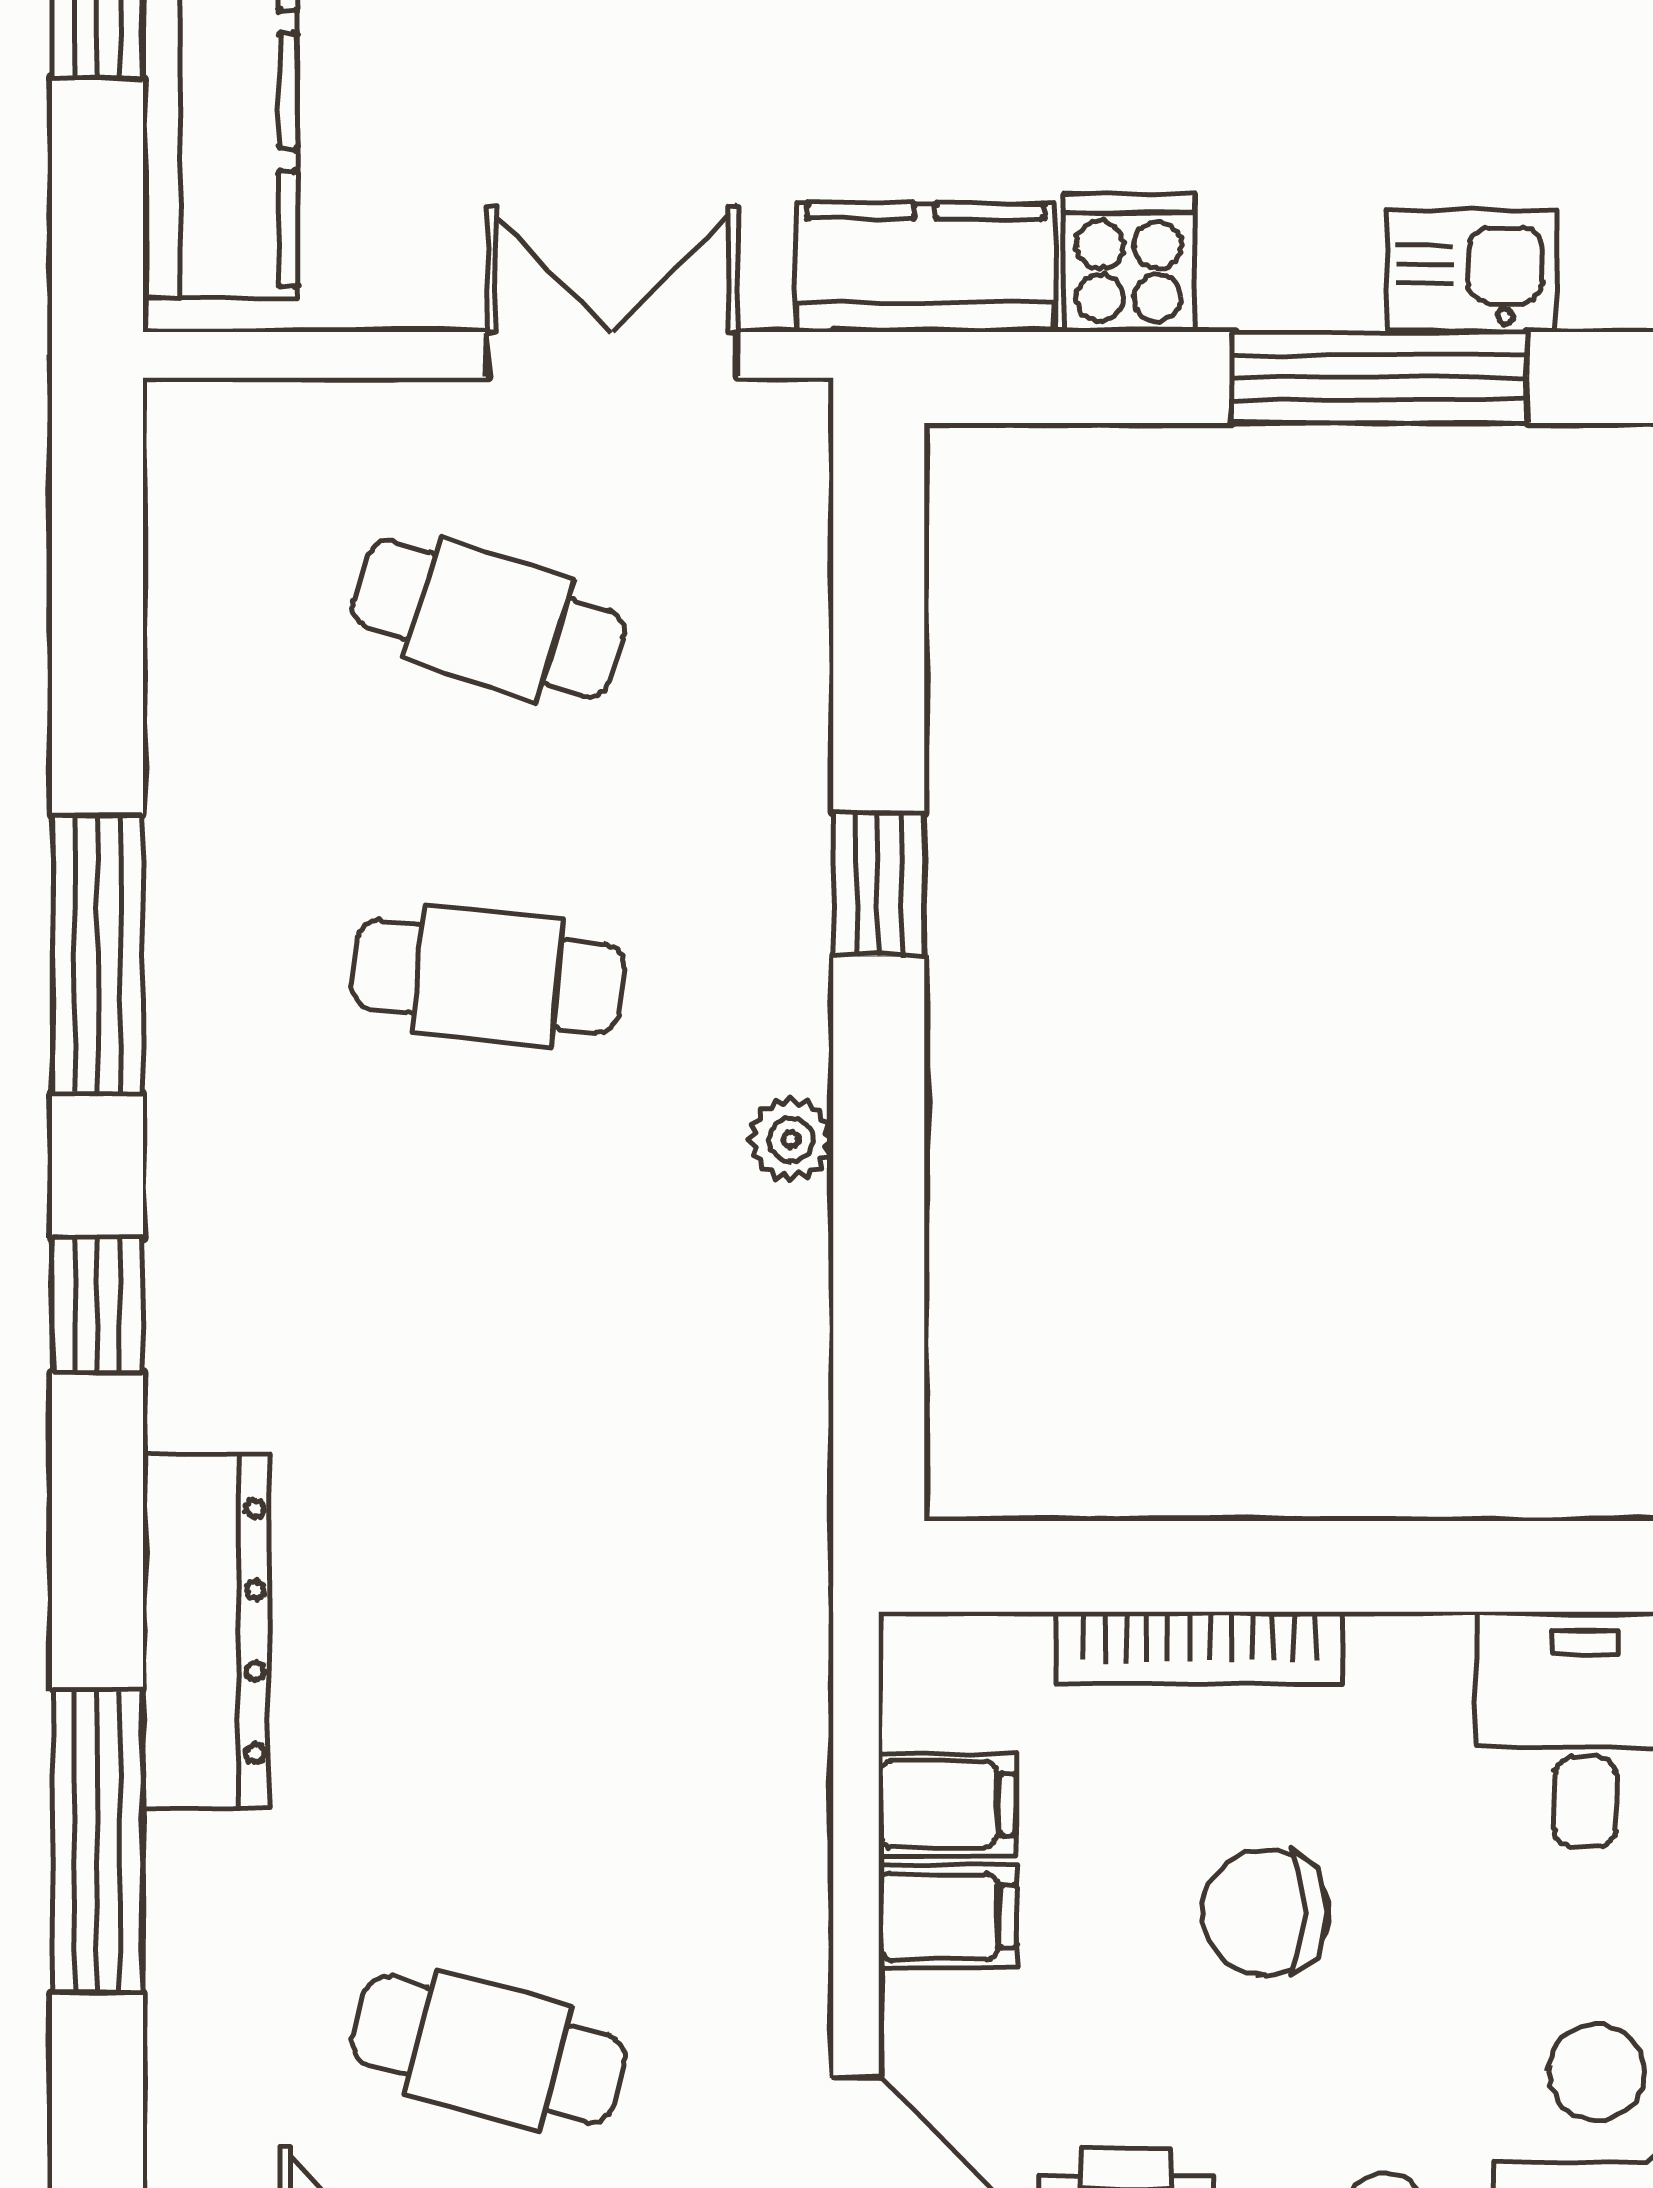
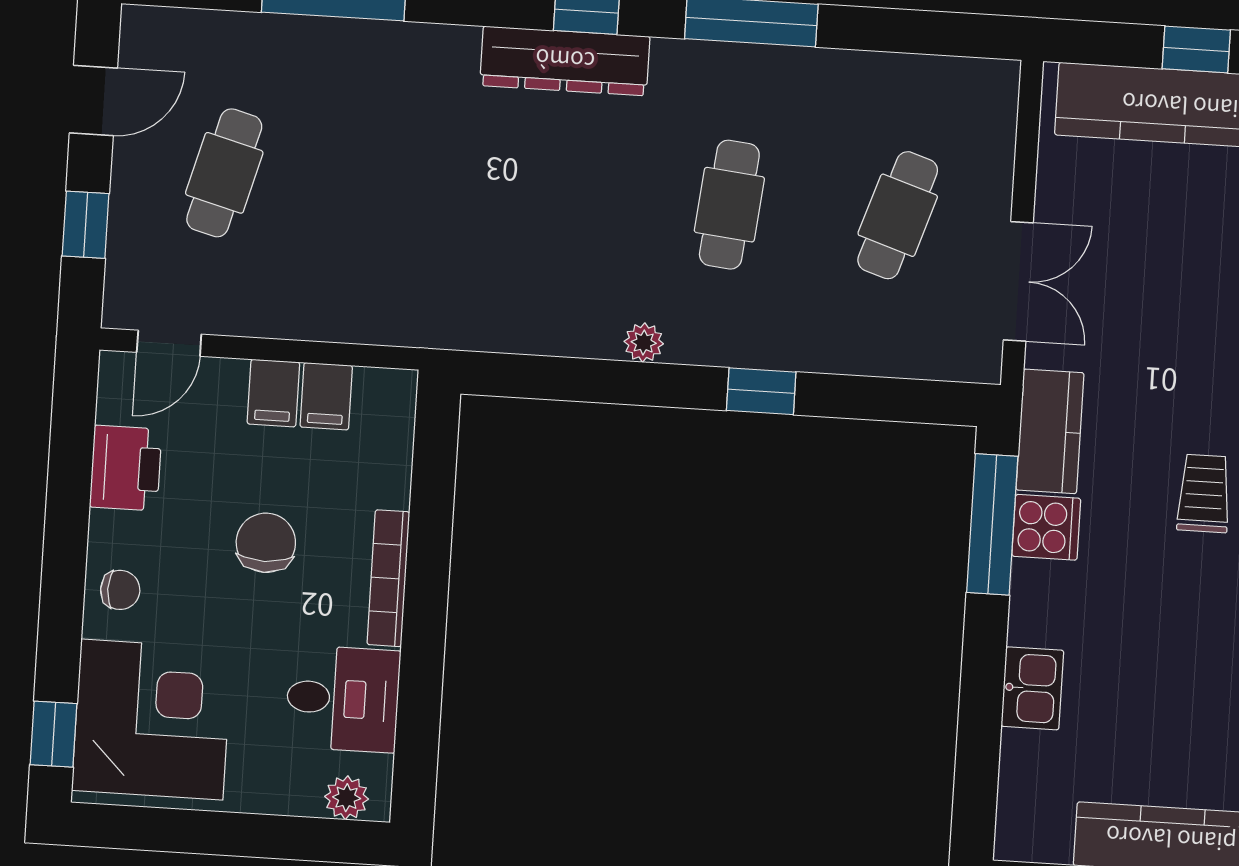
window: (1380, 378) -> (992, 524), moved
dresser: (206, 1631) -> (565, 61), moved
bookcase: (1200, 1648) -> (388, 578), moved

